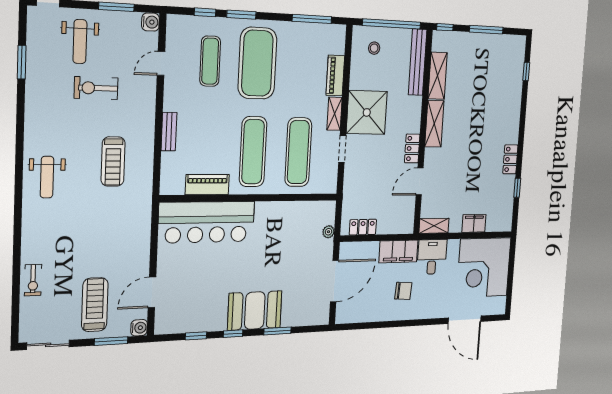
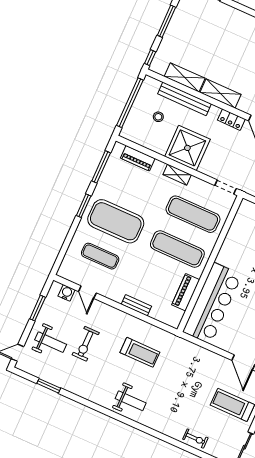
window: (205, 12) -> (65, 247), removed
window: (241, 15) -> (84, 206), moved
water cooler: (150, 22) -> (67, 293), moved
stool: (374, 48) -> (158, 117), moved
bench: (418, 62) -> (185, 99), moved
piano: (335, 75) -> (138, 158), moved
doorway: (342, 149) -> (225, 187), moved

